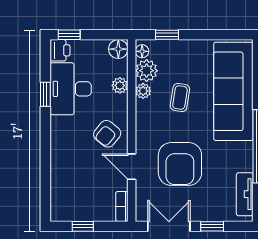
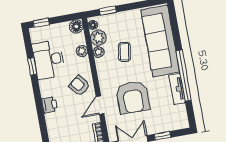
printer: (60, 50) -> (49, 105), moved
armchair: (107, 134) -> (79, 86), turned 103
door: (132, 167) -> (100, 105), hinge flipped
tv unit: (245, 194) -> (177, 89), moved

